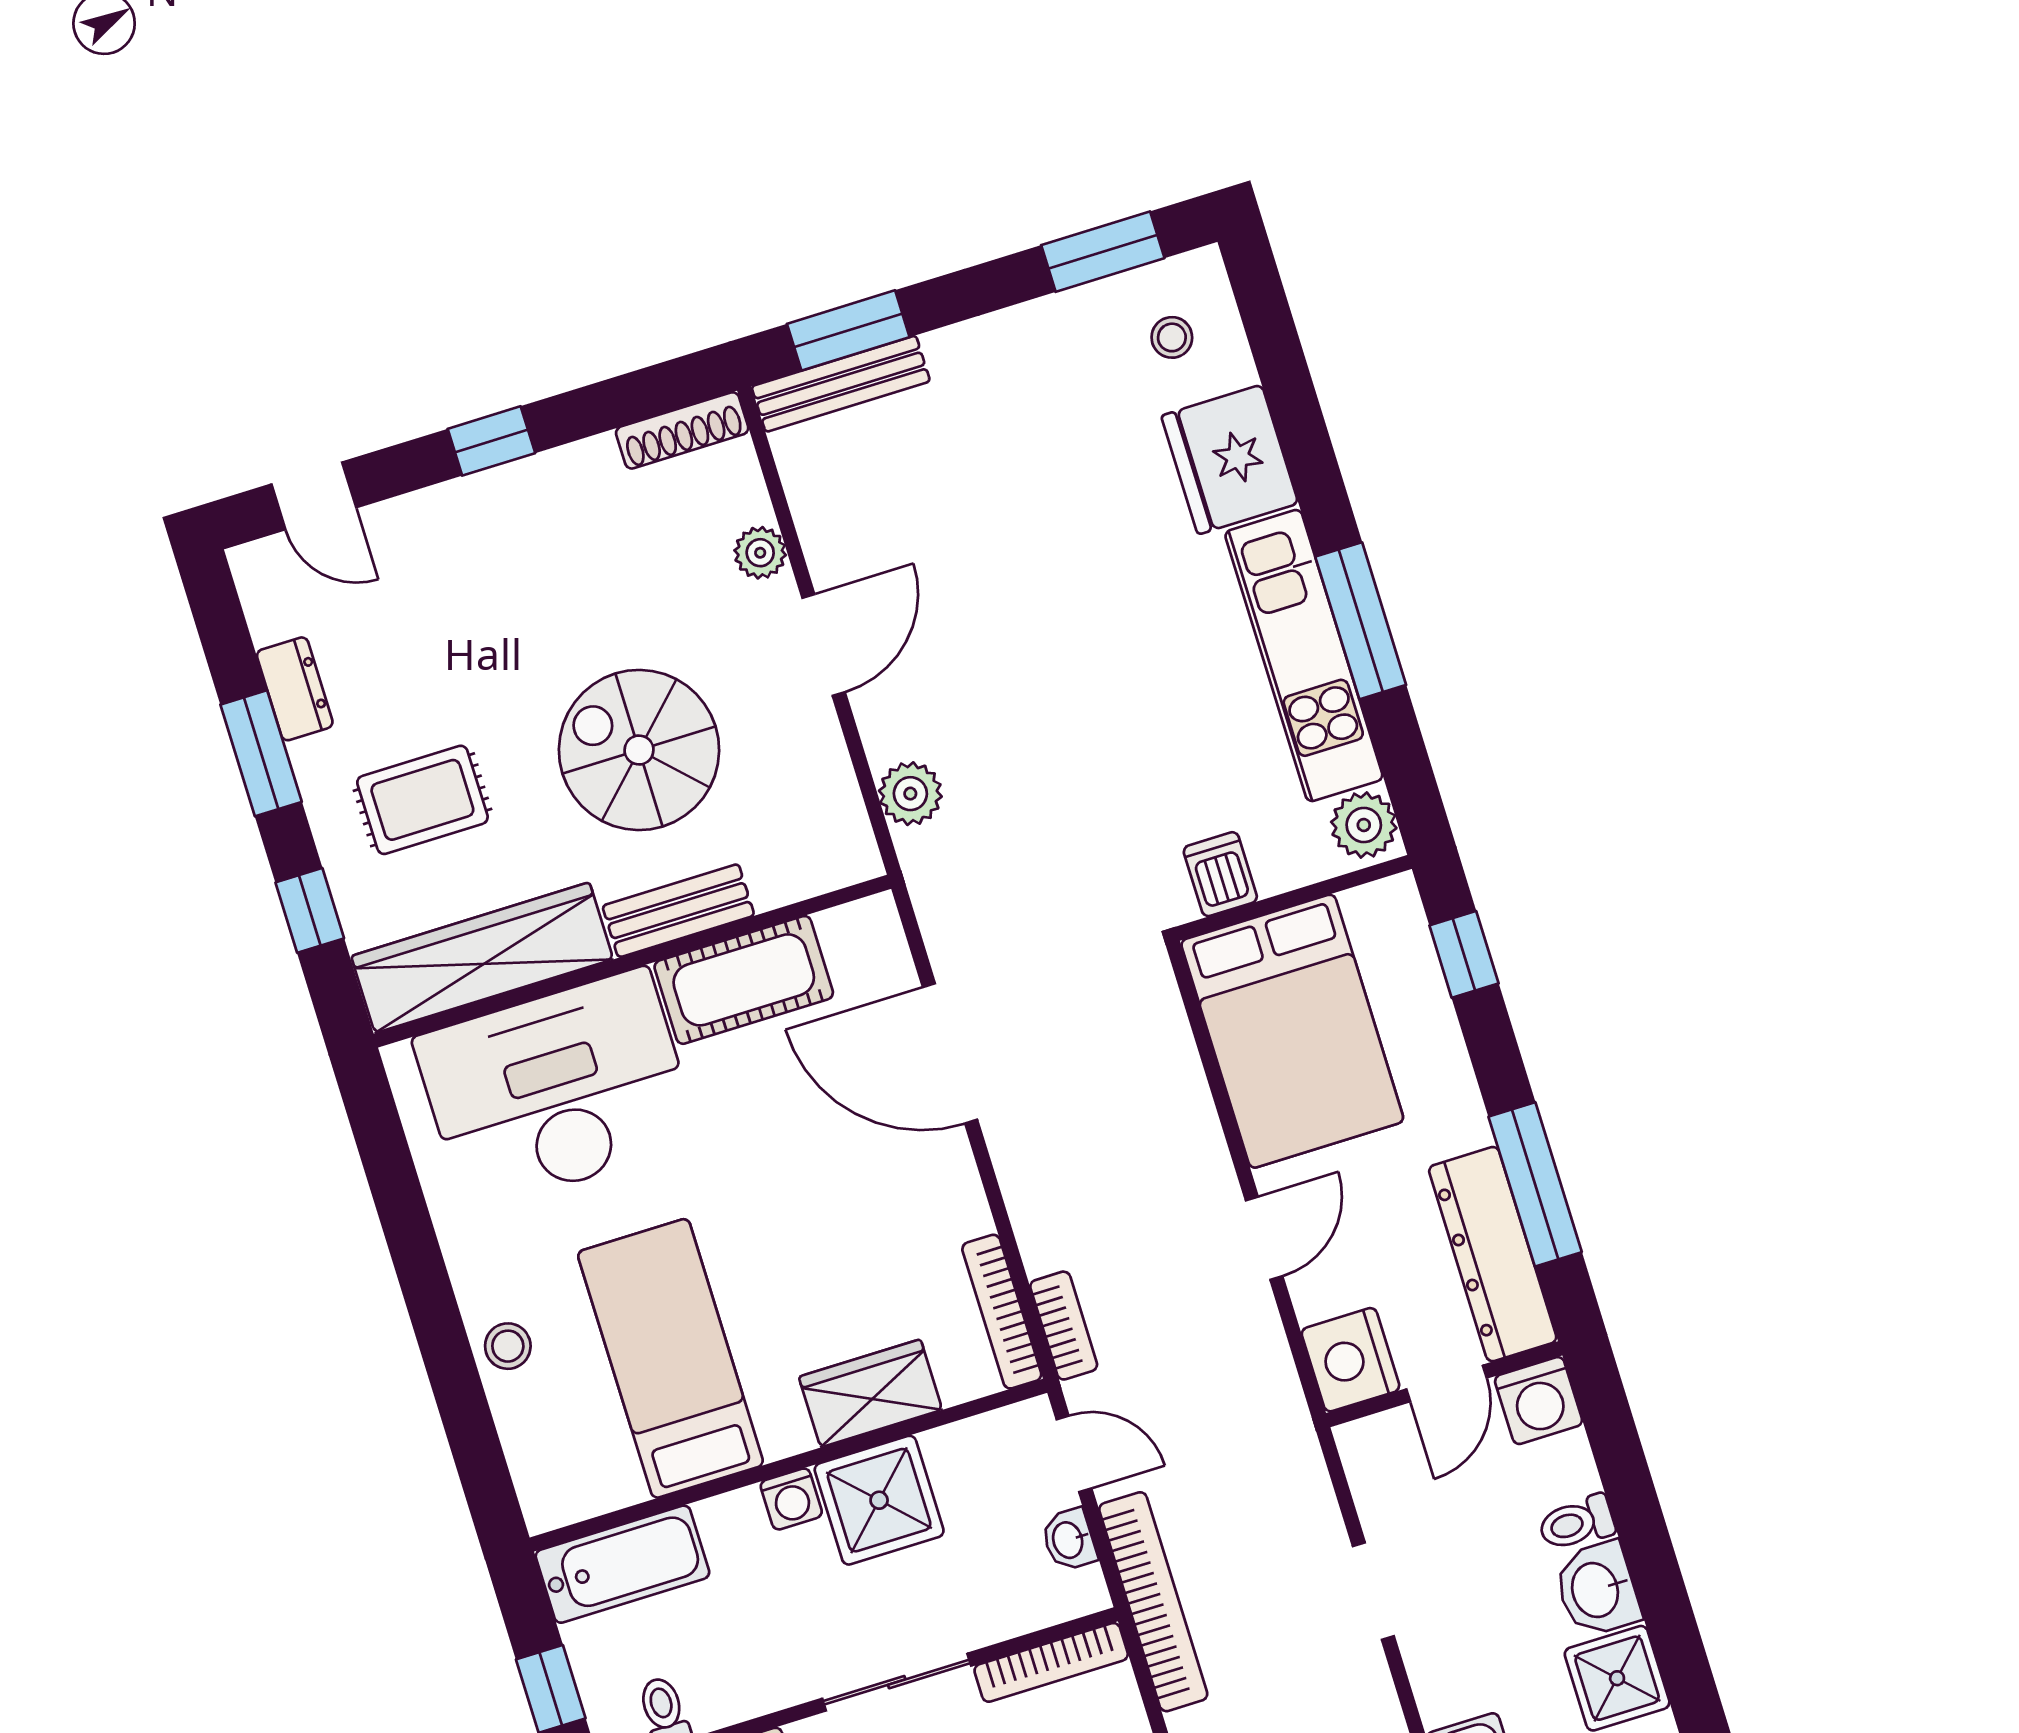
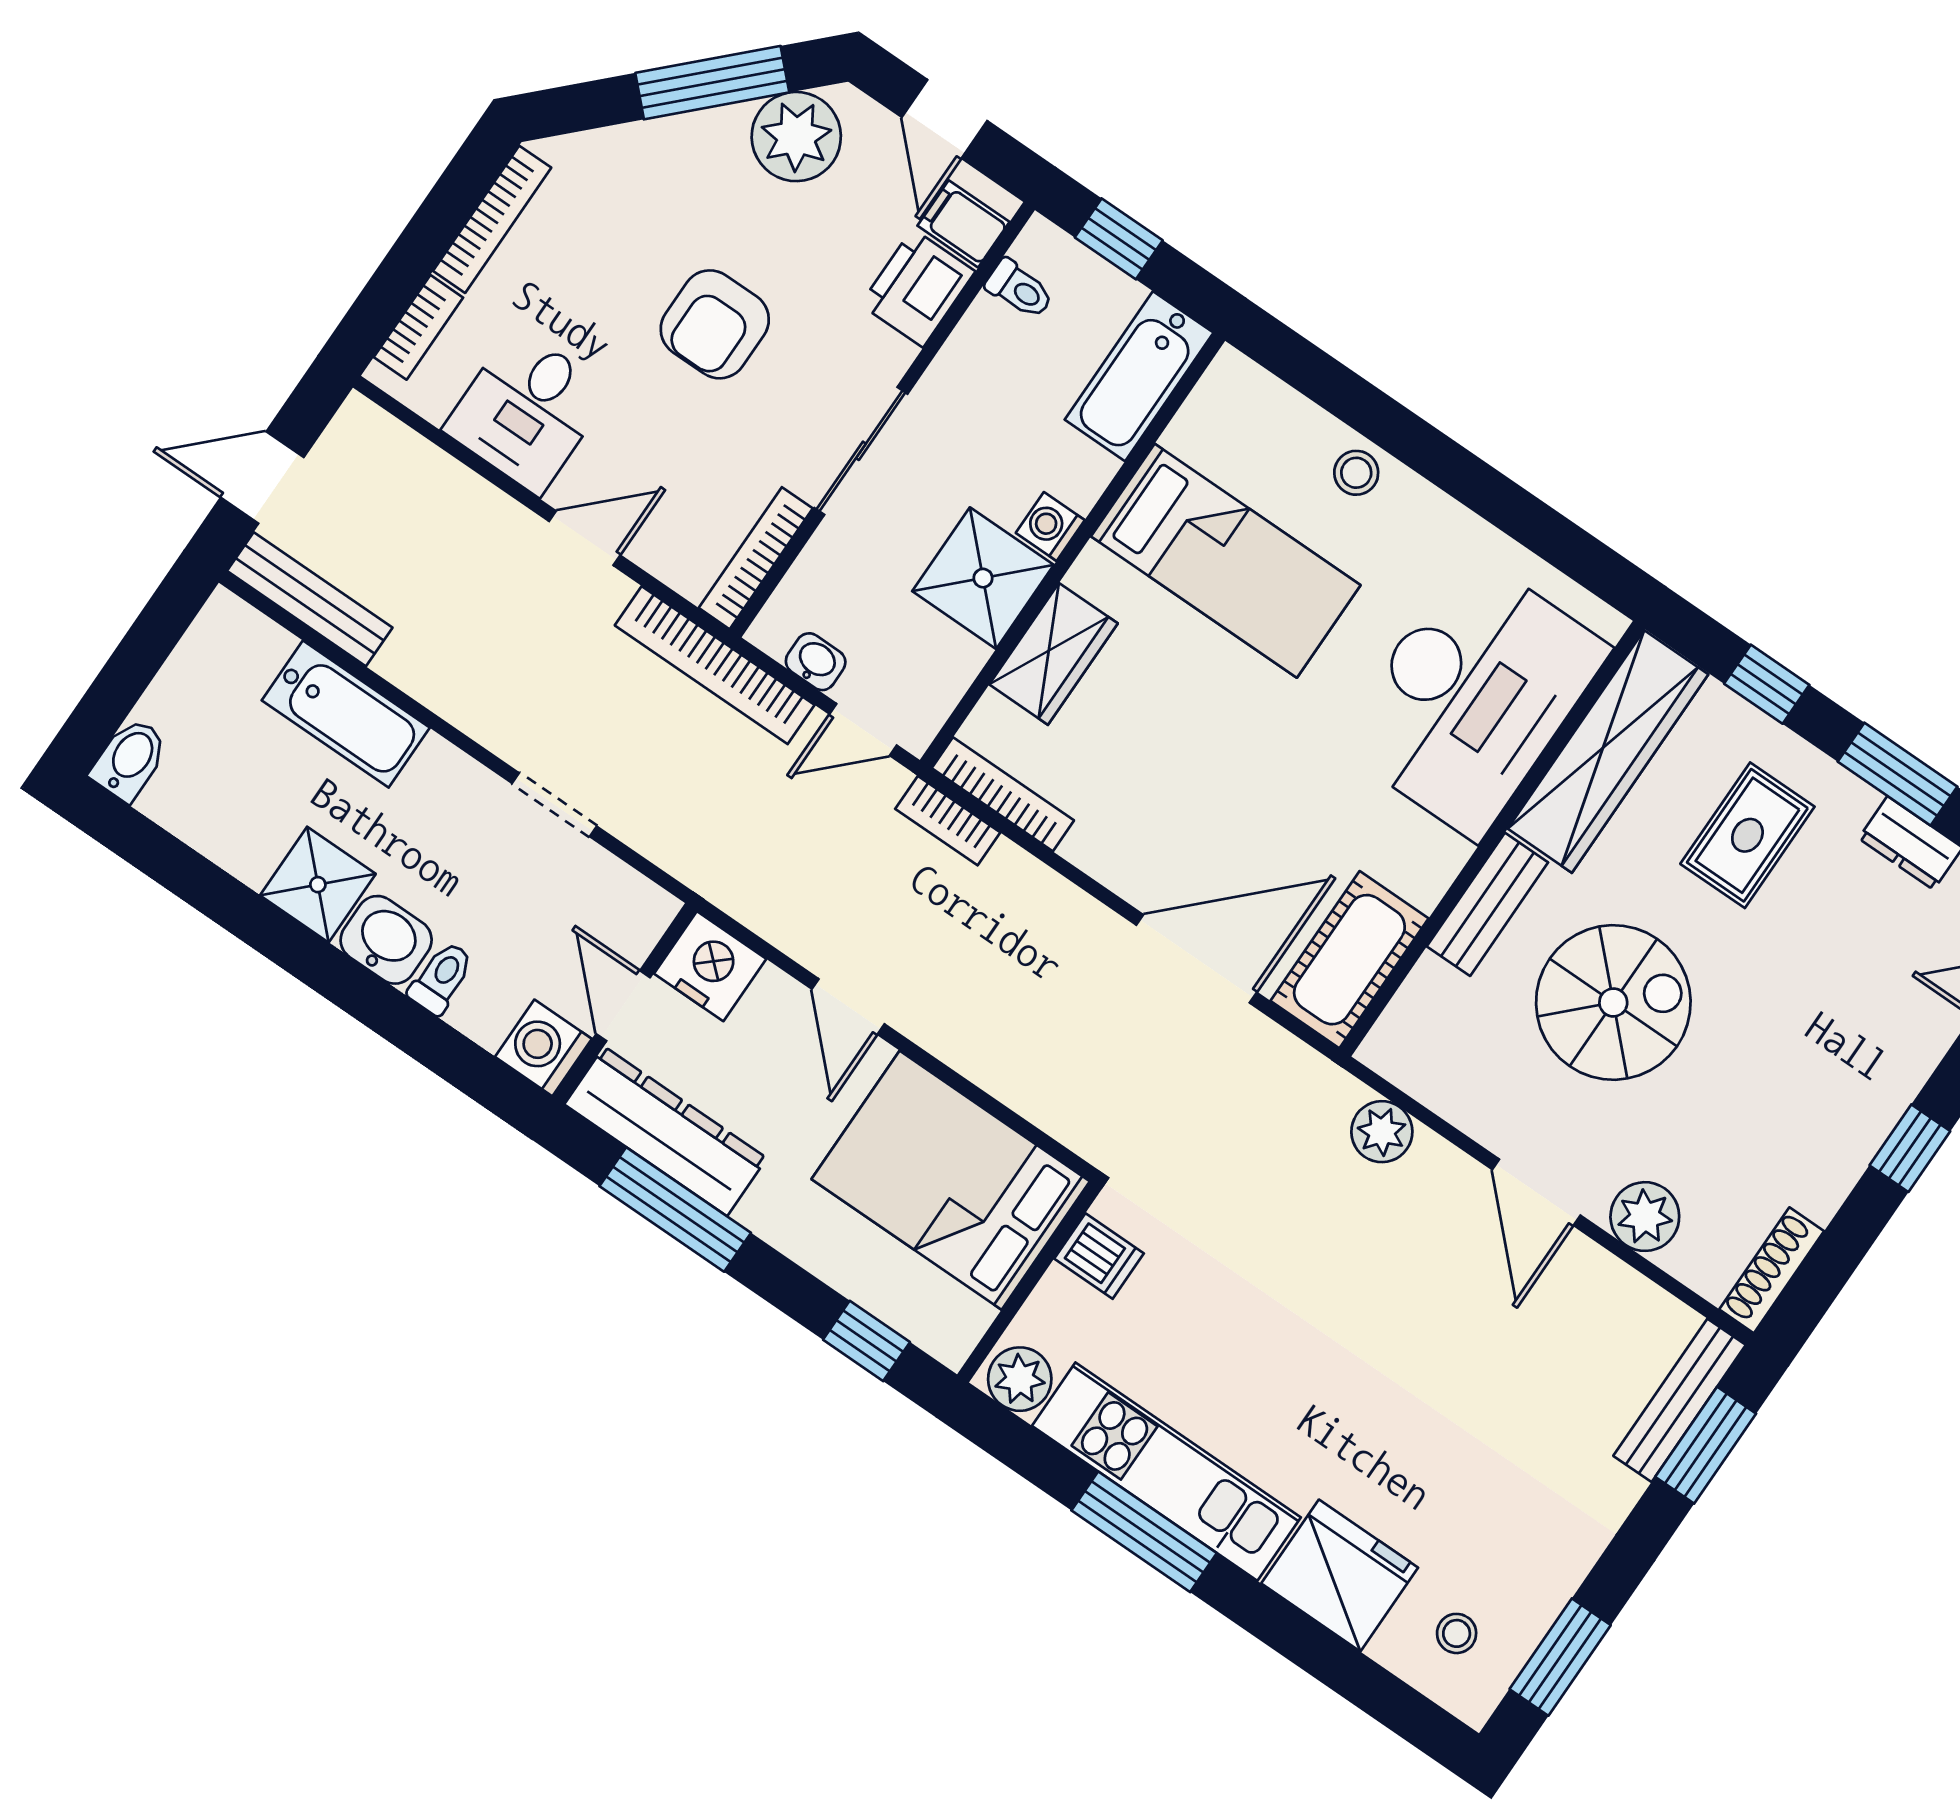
plant: (760, 553) -> (1645, 1217), width x1.38, depth x1.38
cot: (744, 980) -> (1349, 960), moved

